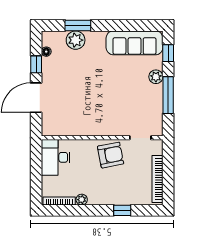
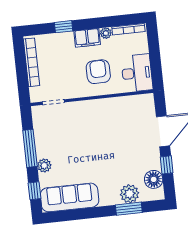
floor lamp: (46, 52) -> (154, 179), width x1.89, depth x1.89
armchair: (111, 155) -> (98, 72), moved, turned 100
filing cabinet: (100, 197) -> (87, 38), added

